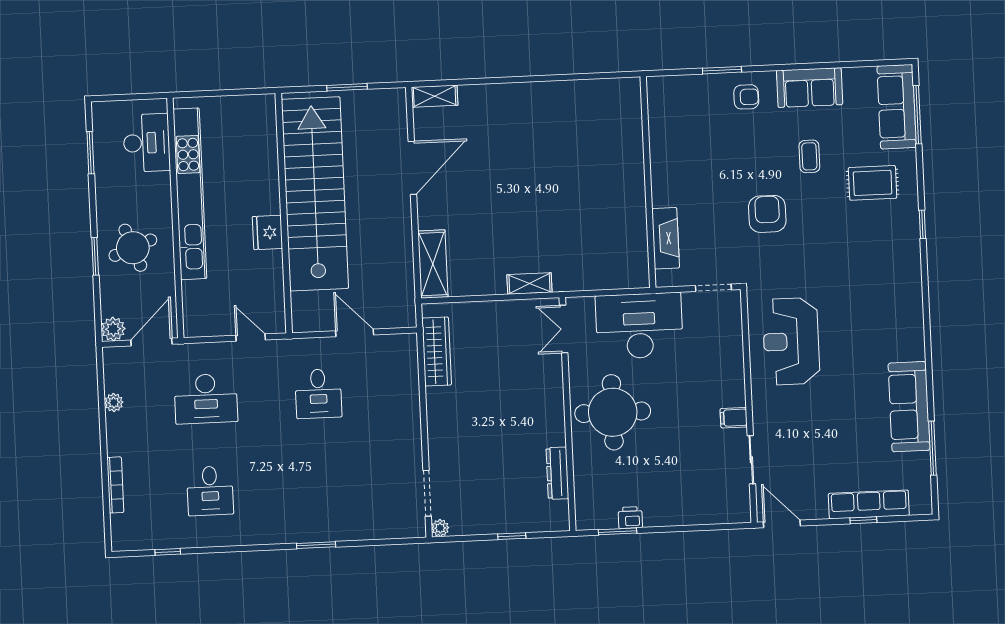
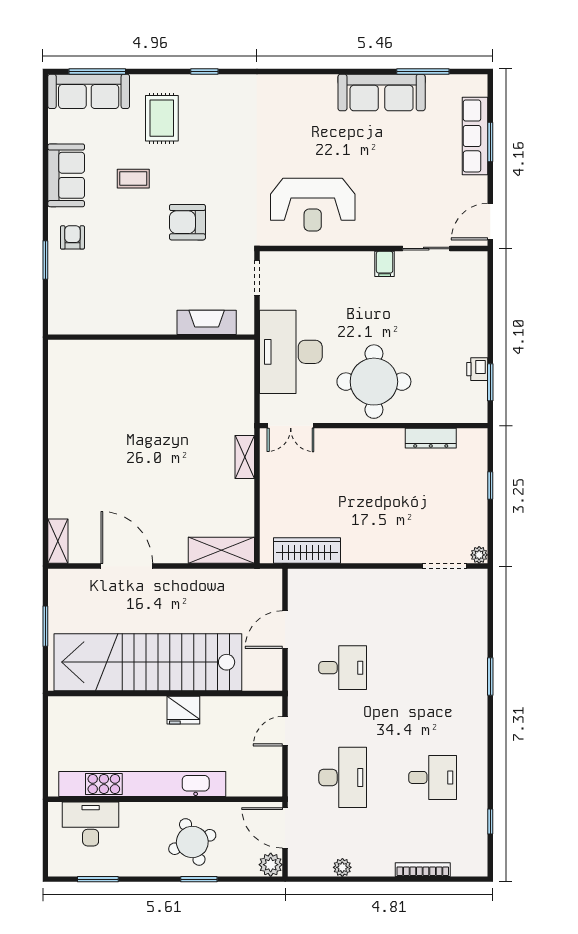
window: (863, 520) -> (490, 142), width x1.50

